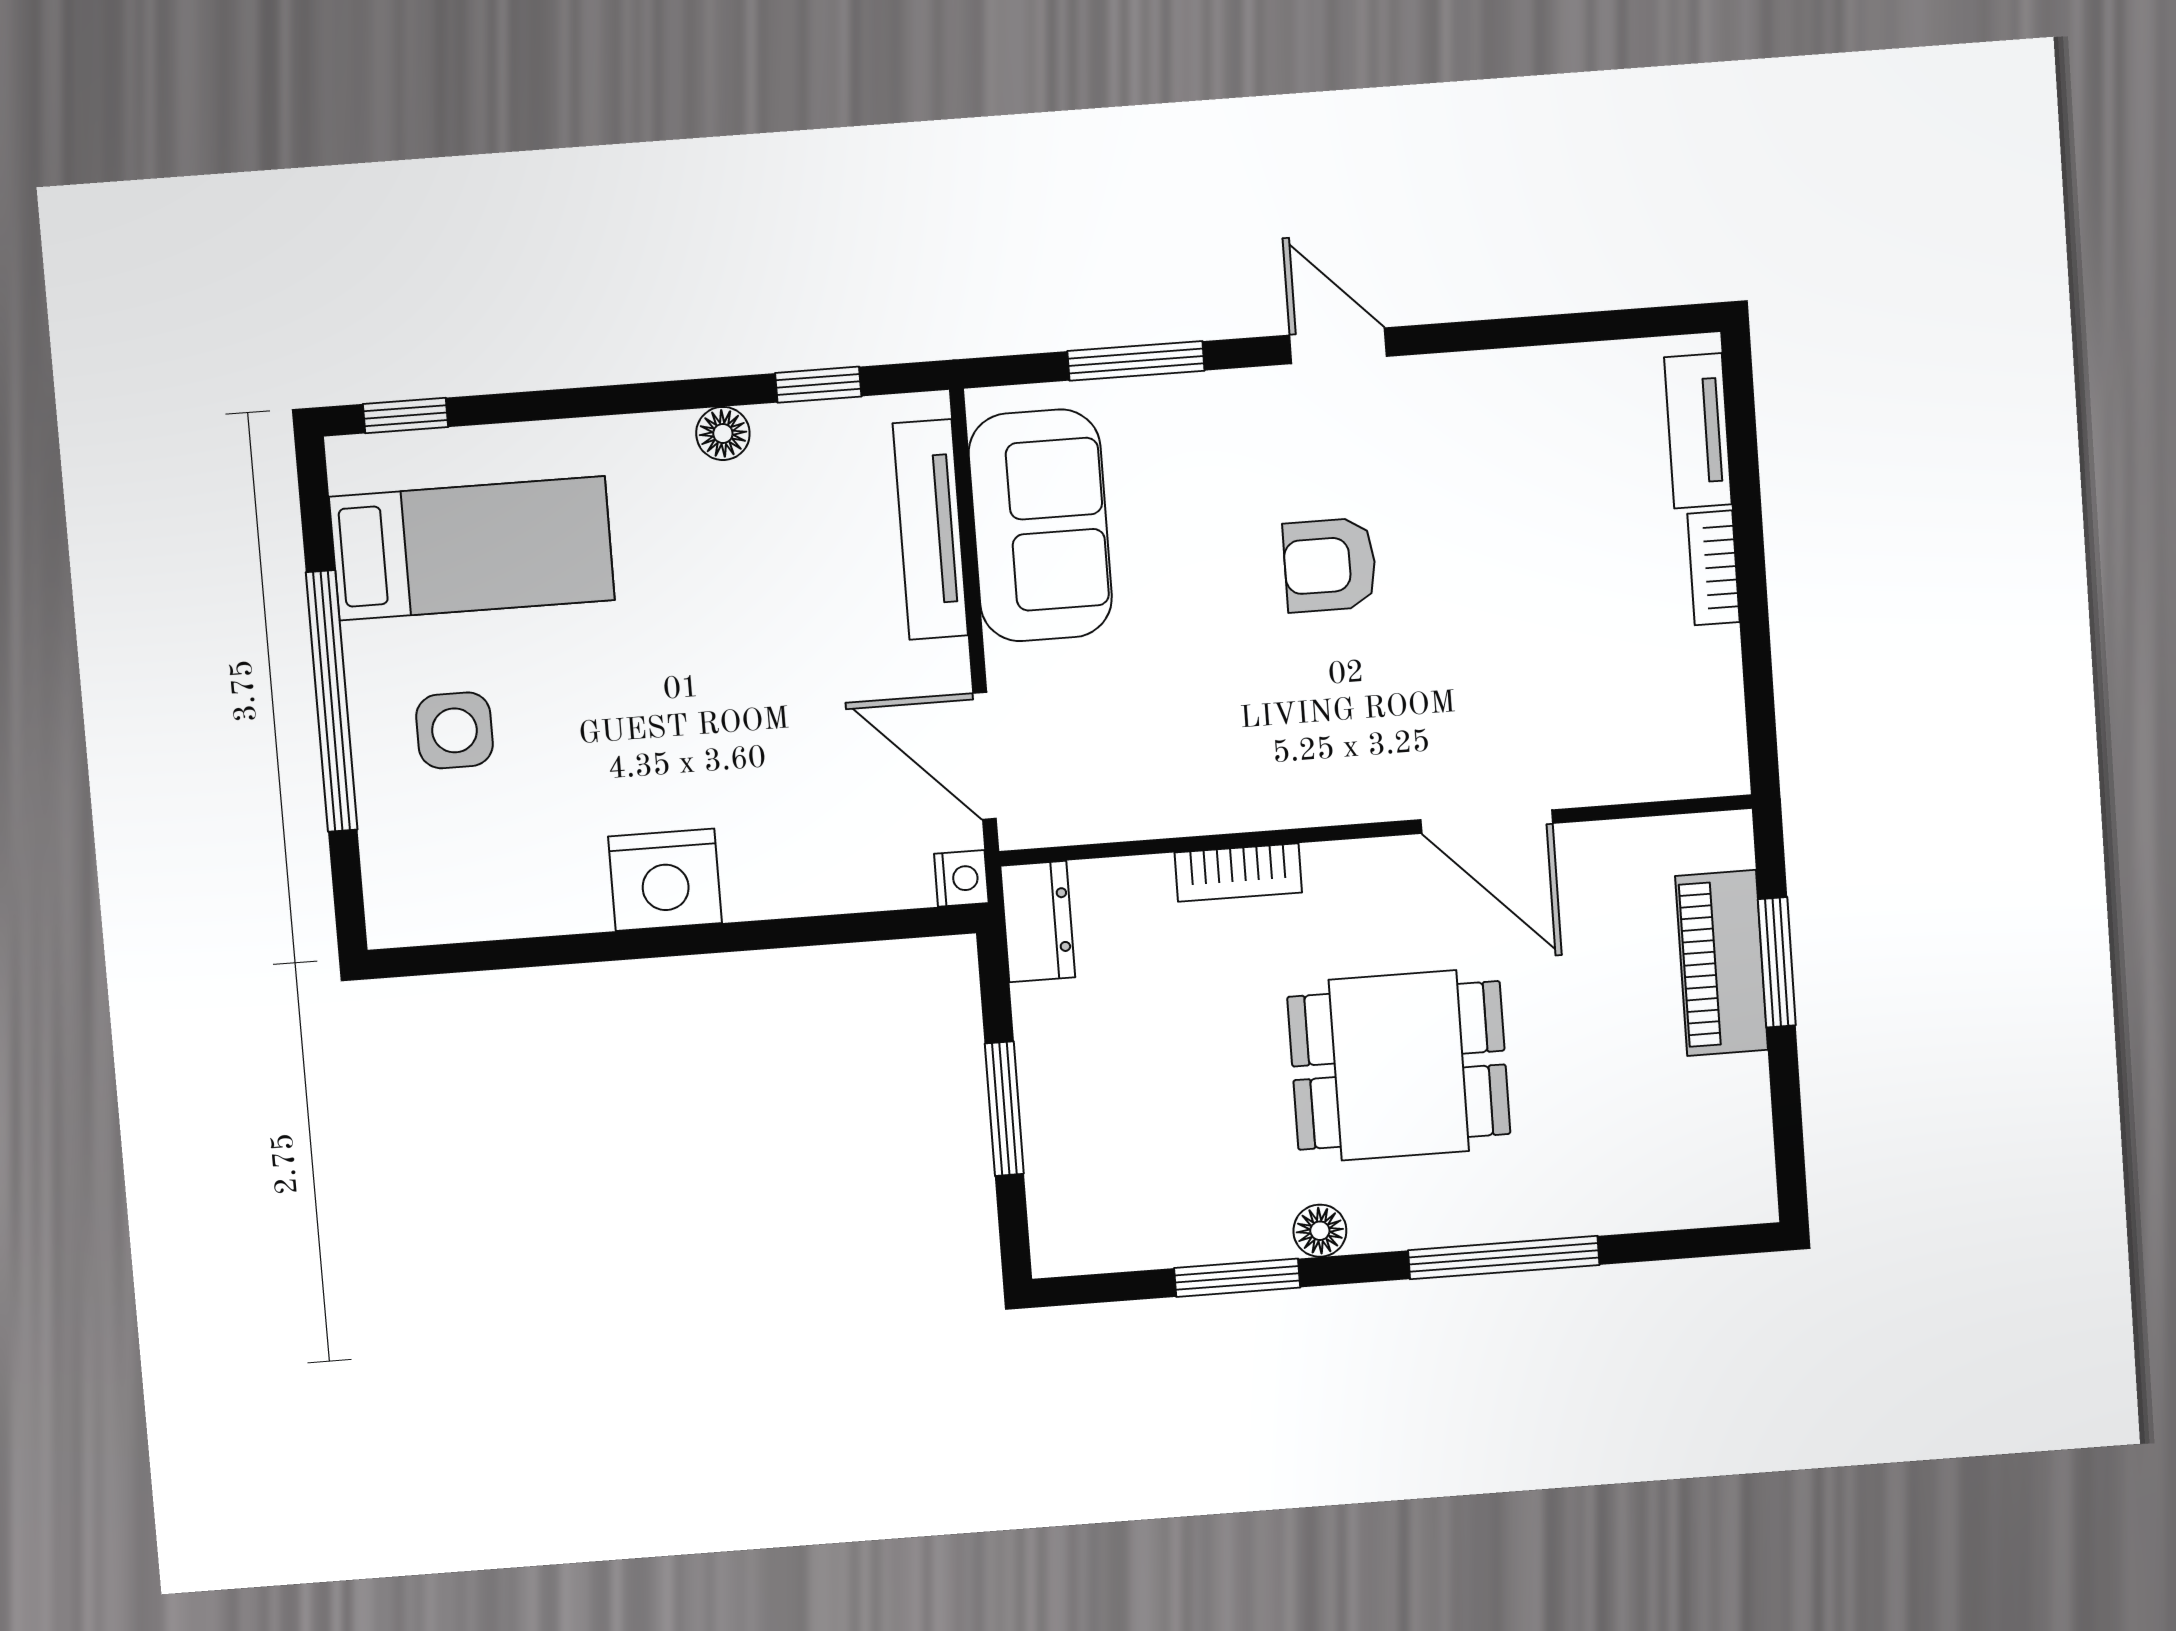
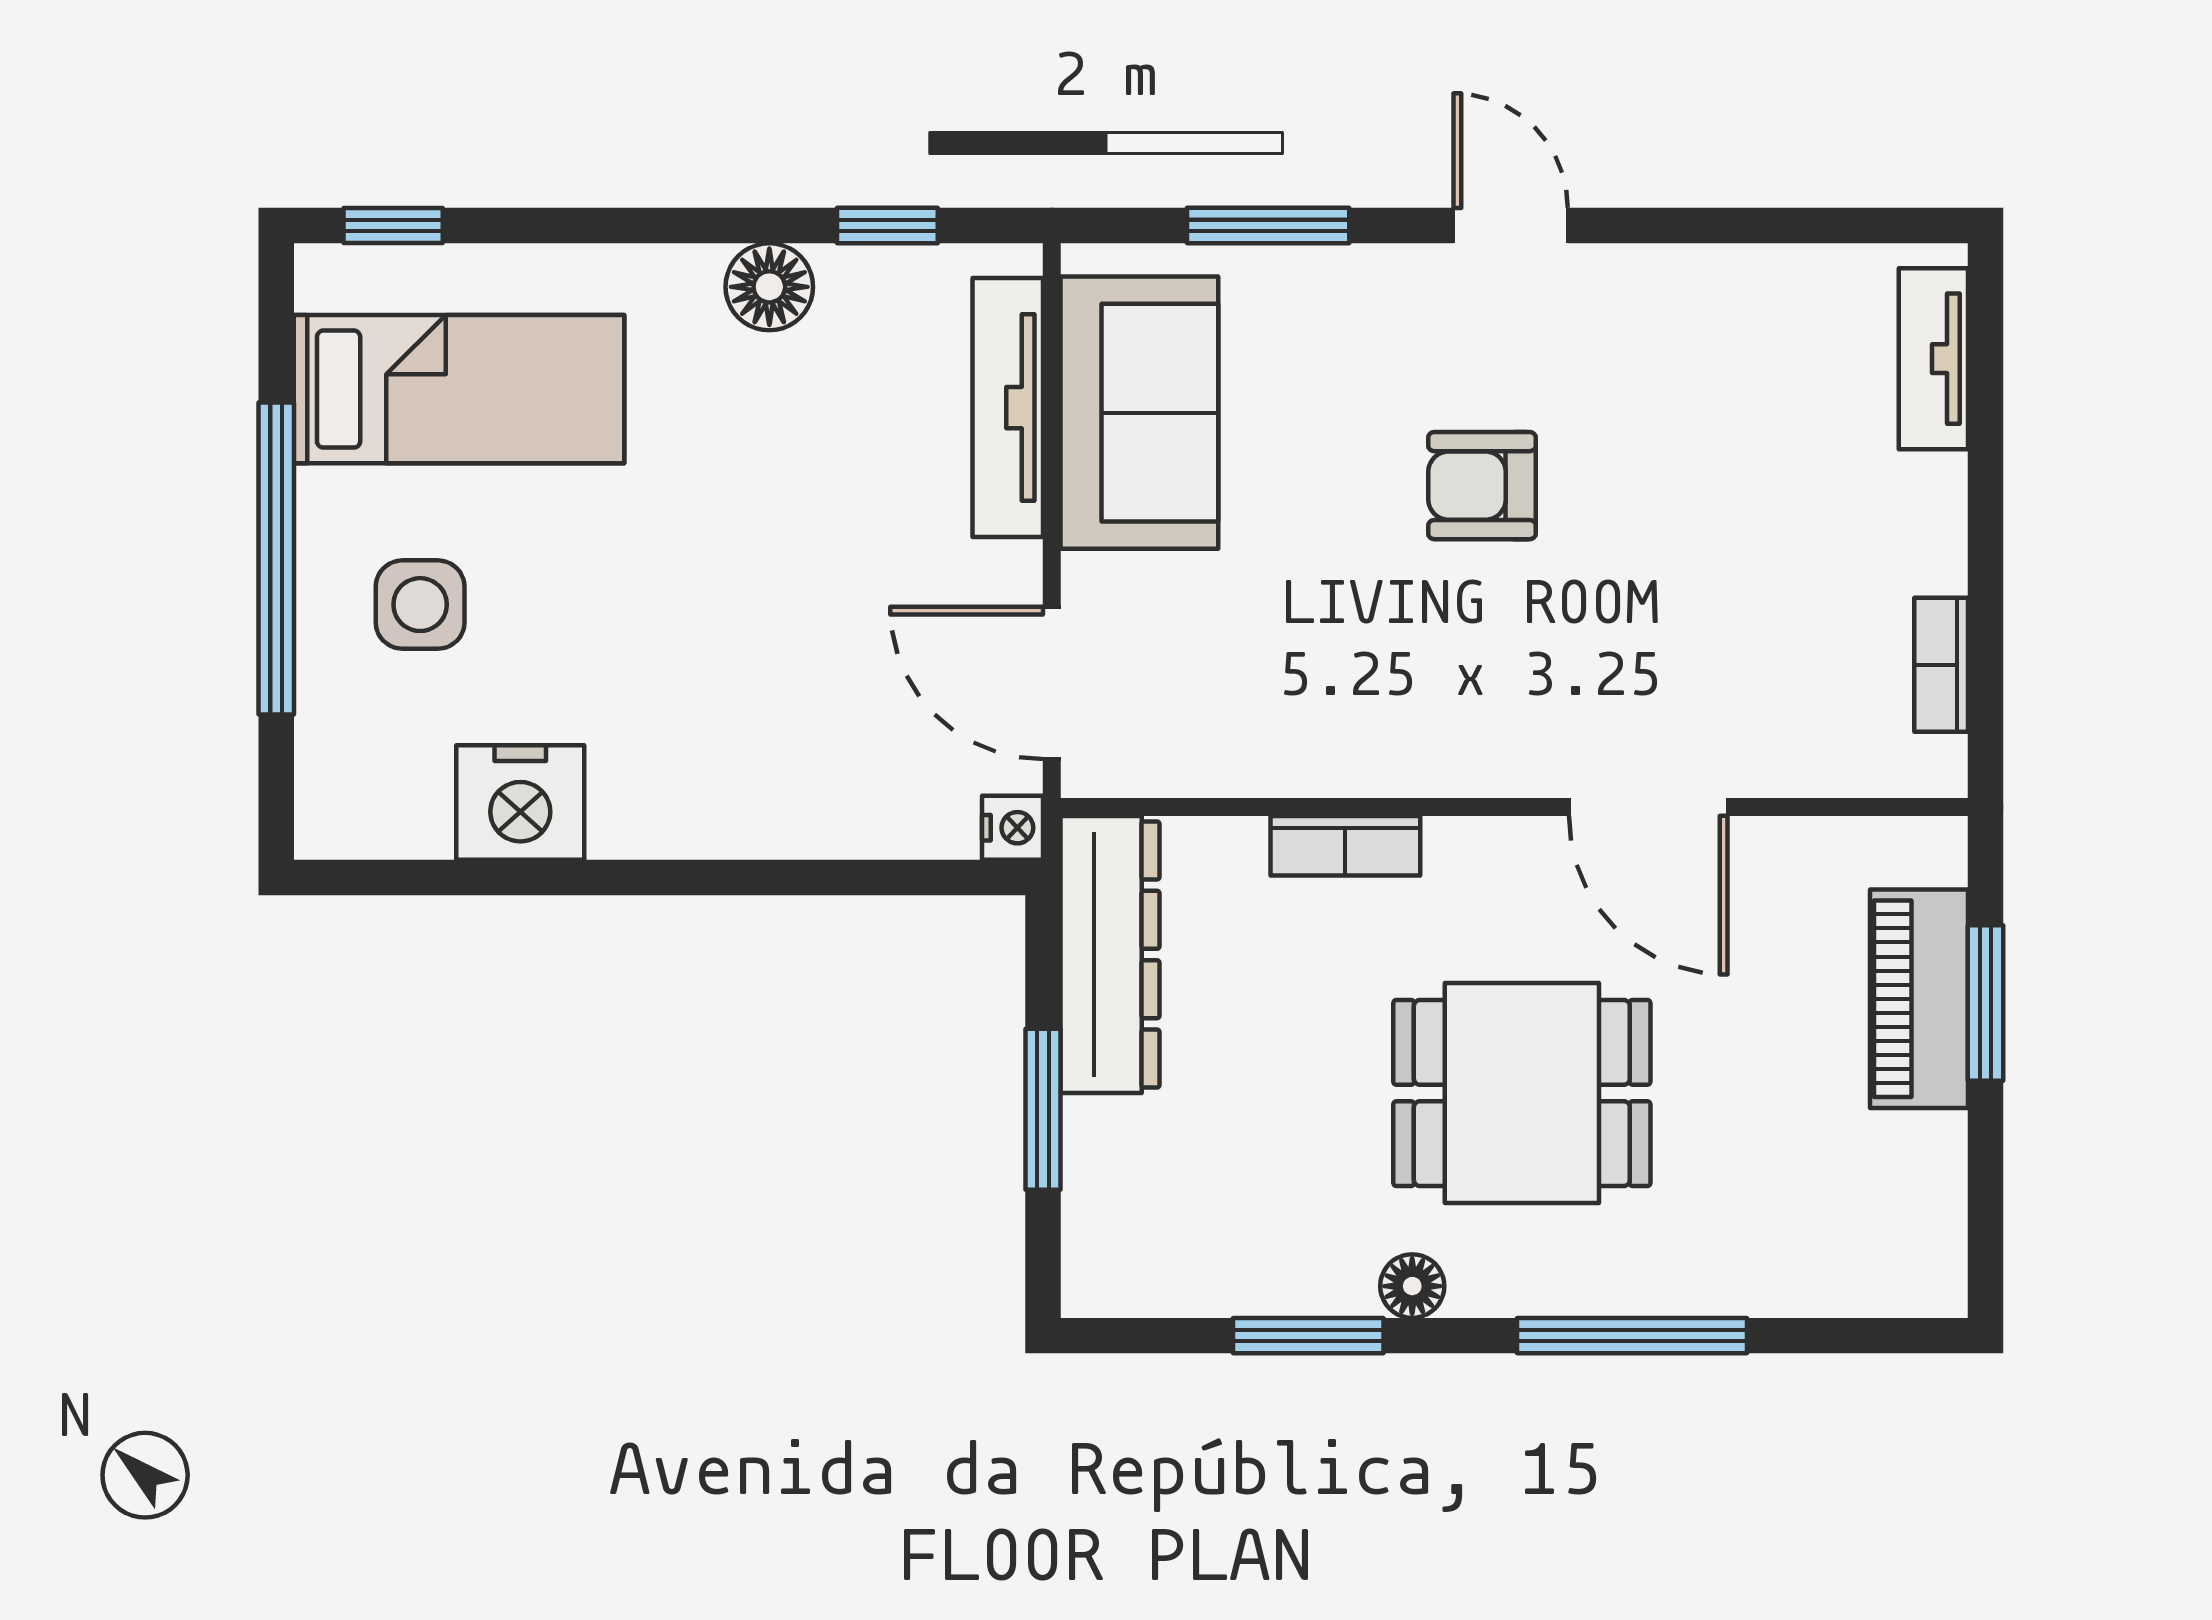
floor lamp: (723, 433) -> (769, 287), width x1.37, depth x1.37
bookcase: (1714, 568) -> (1941, 665), moved
nightstand: (665, 880) -> (520, 803), moved
dresser: (1038, 922) -> (1110, 955), width x1.96, depth x1.24

